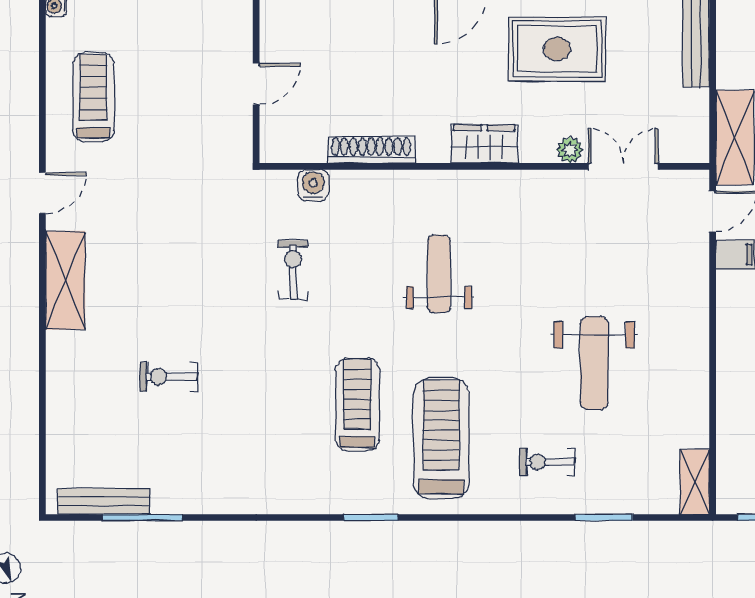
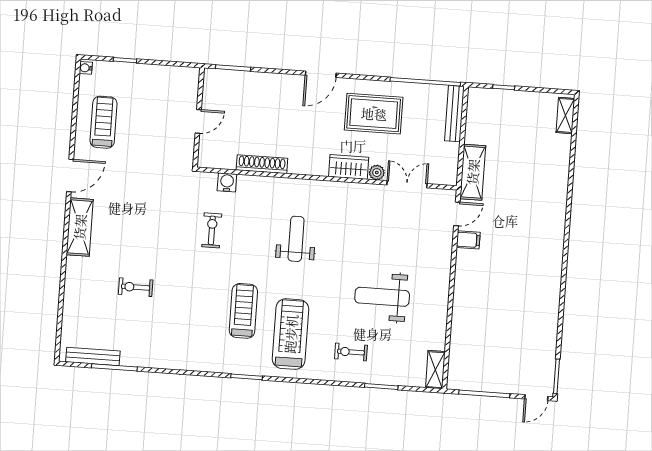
wardrobe: (484, 144) -> (349, 167), moved
door: (42, 193) -> (70, 176), width x1.38
weight bench: (594, 363) -> (382, 297), turned 90

